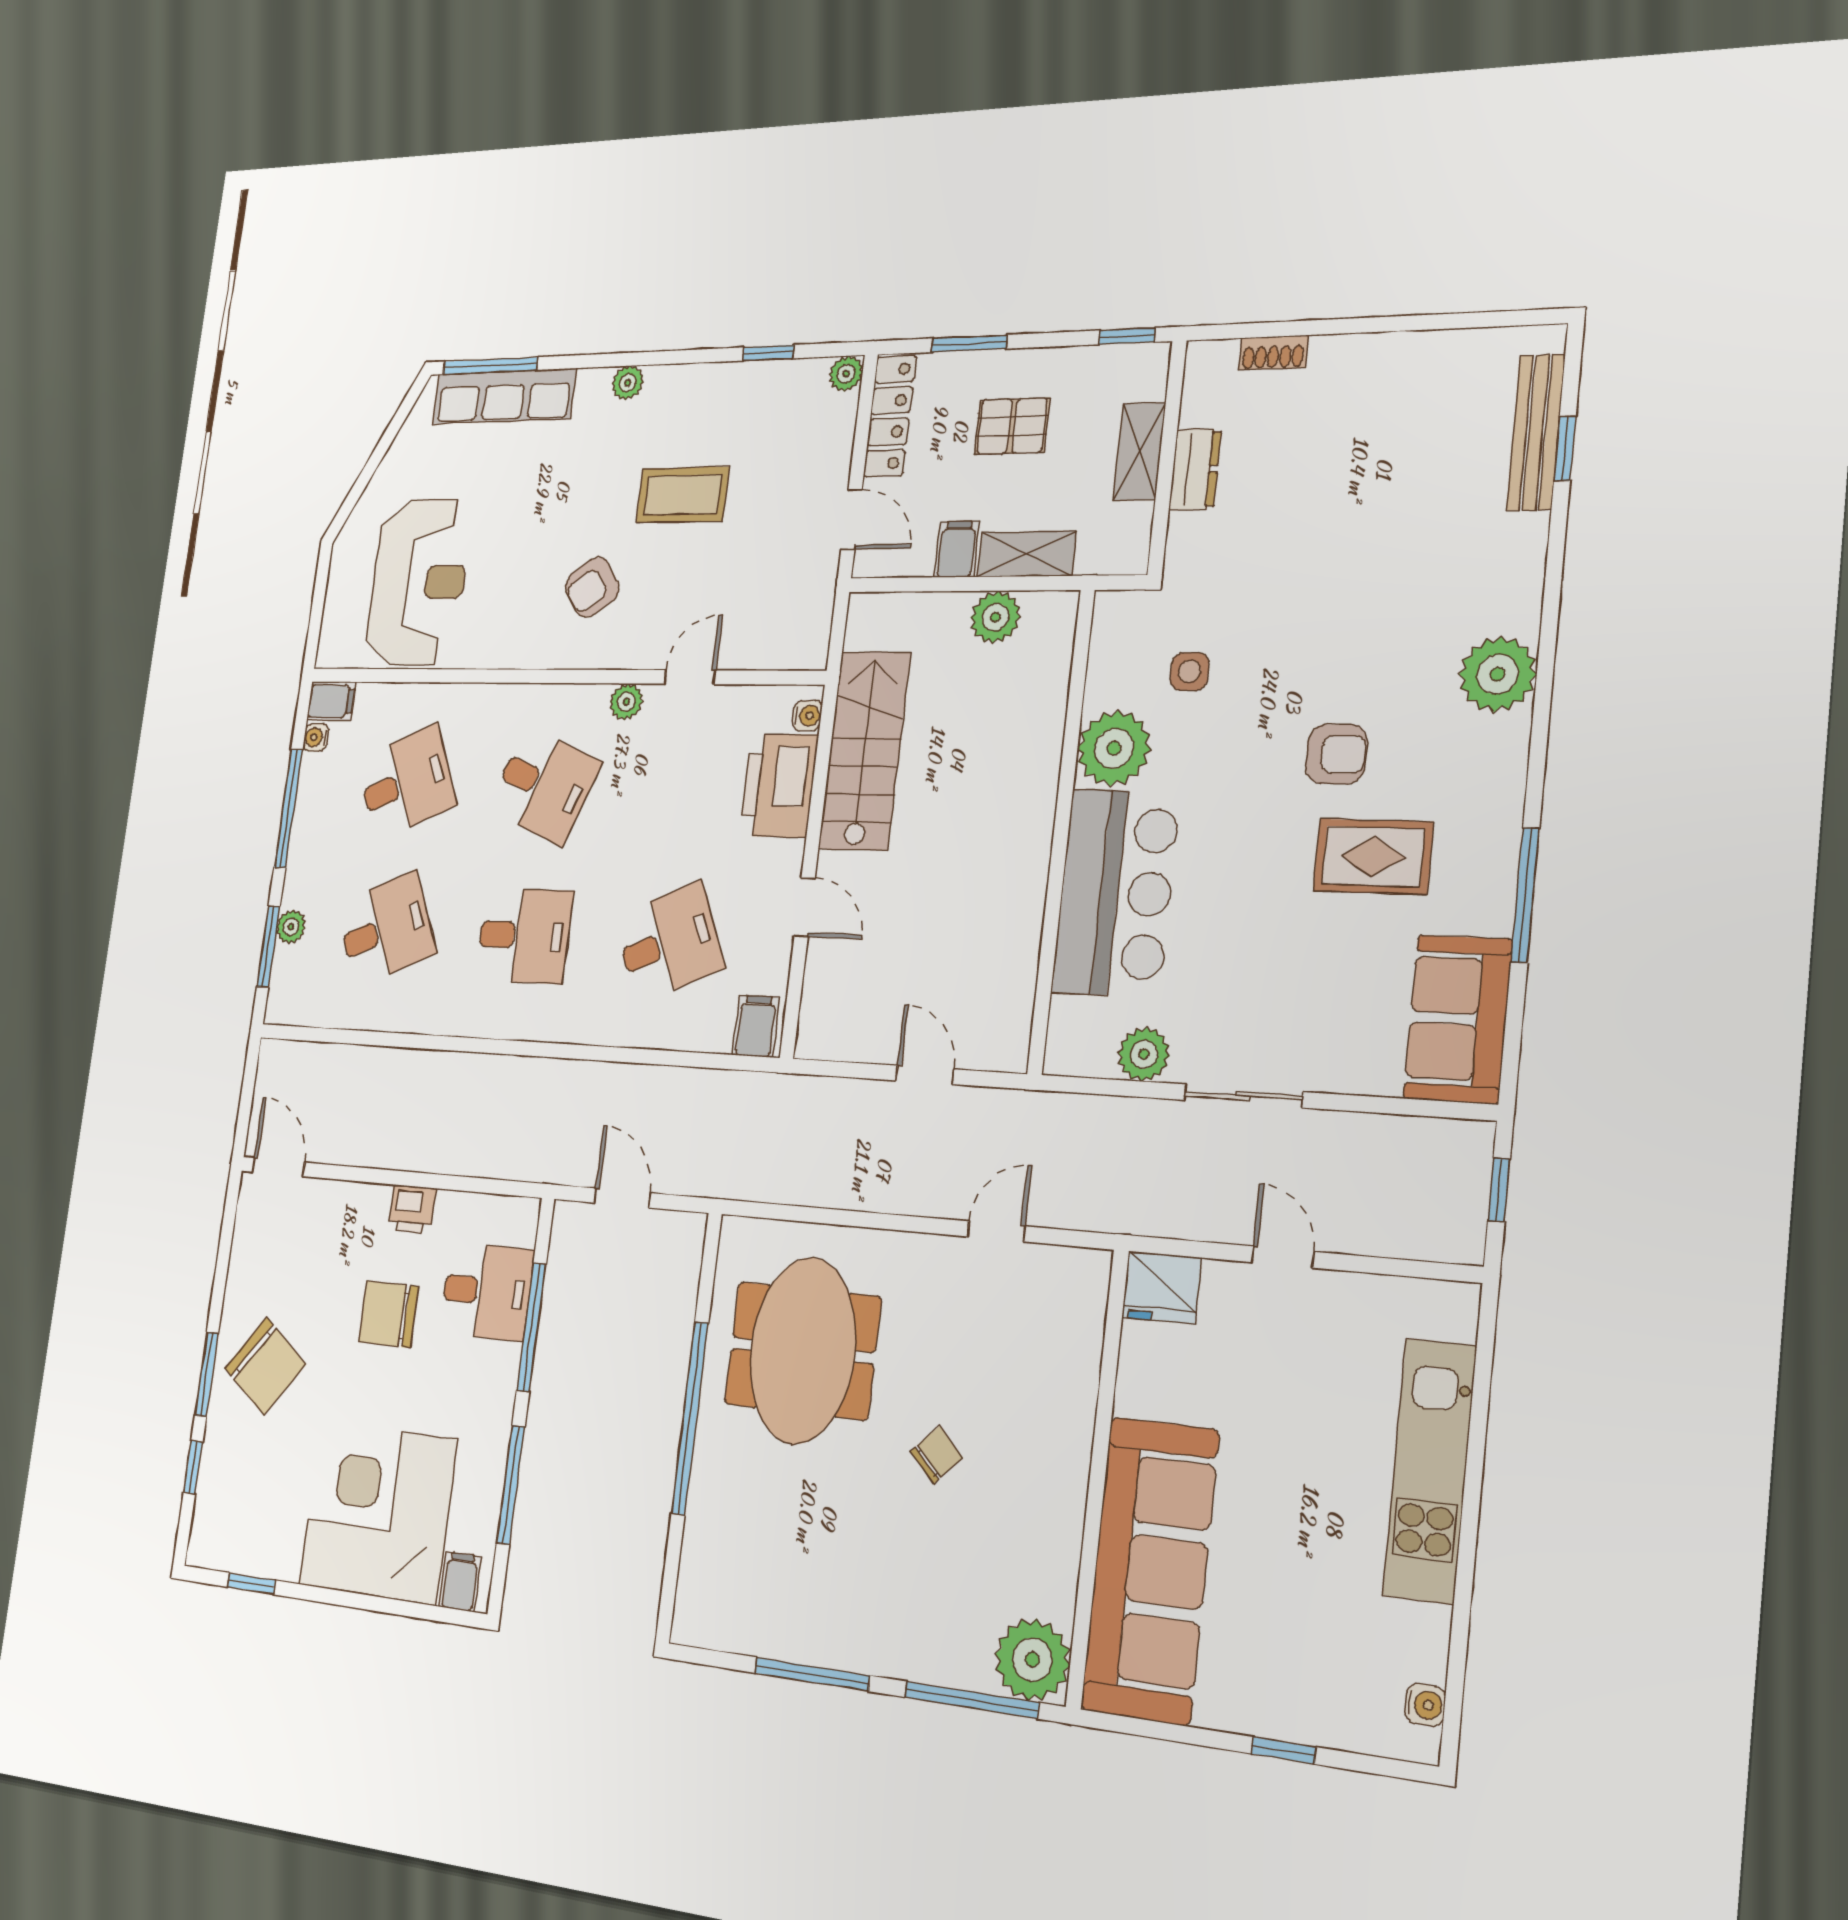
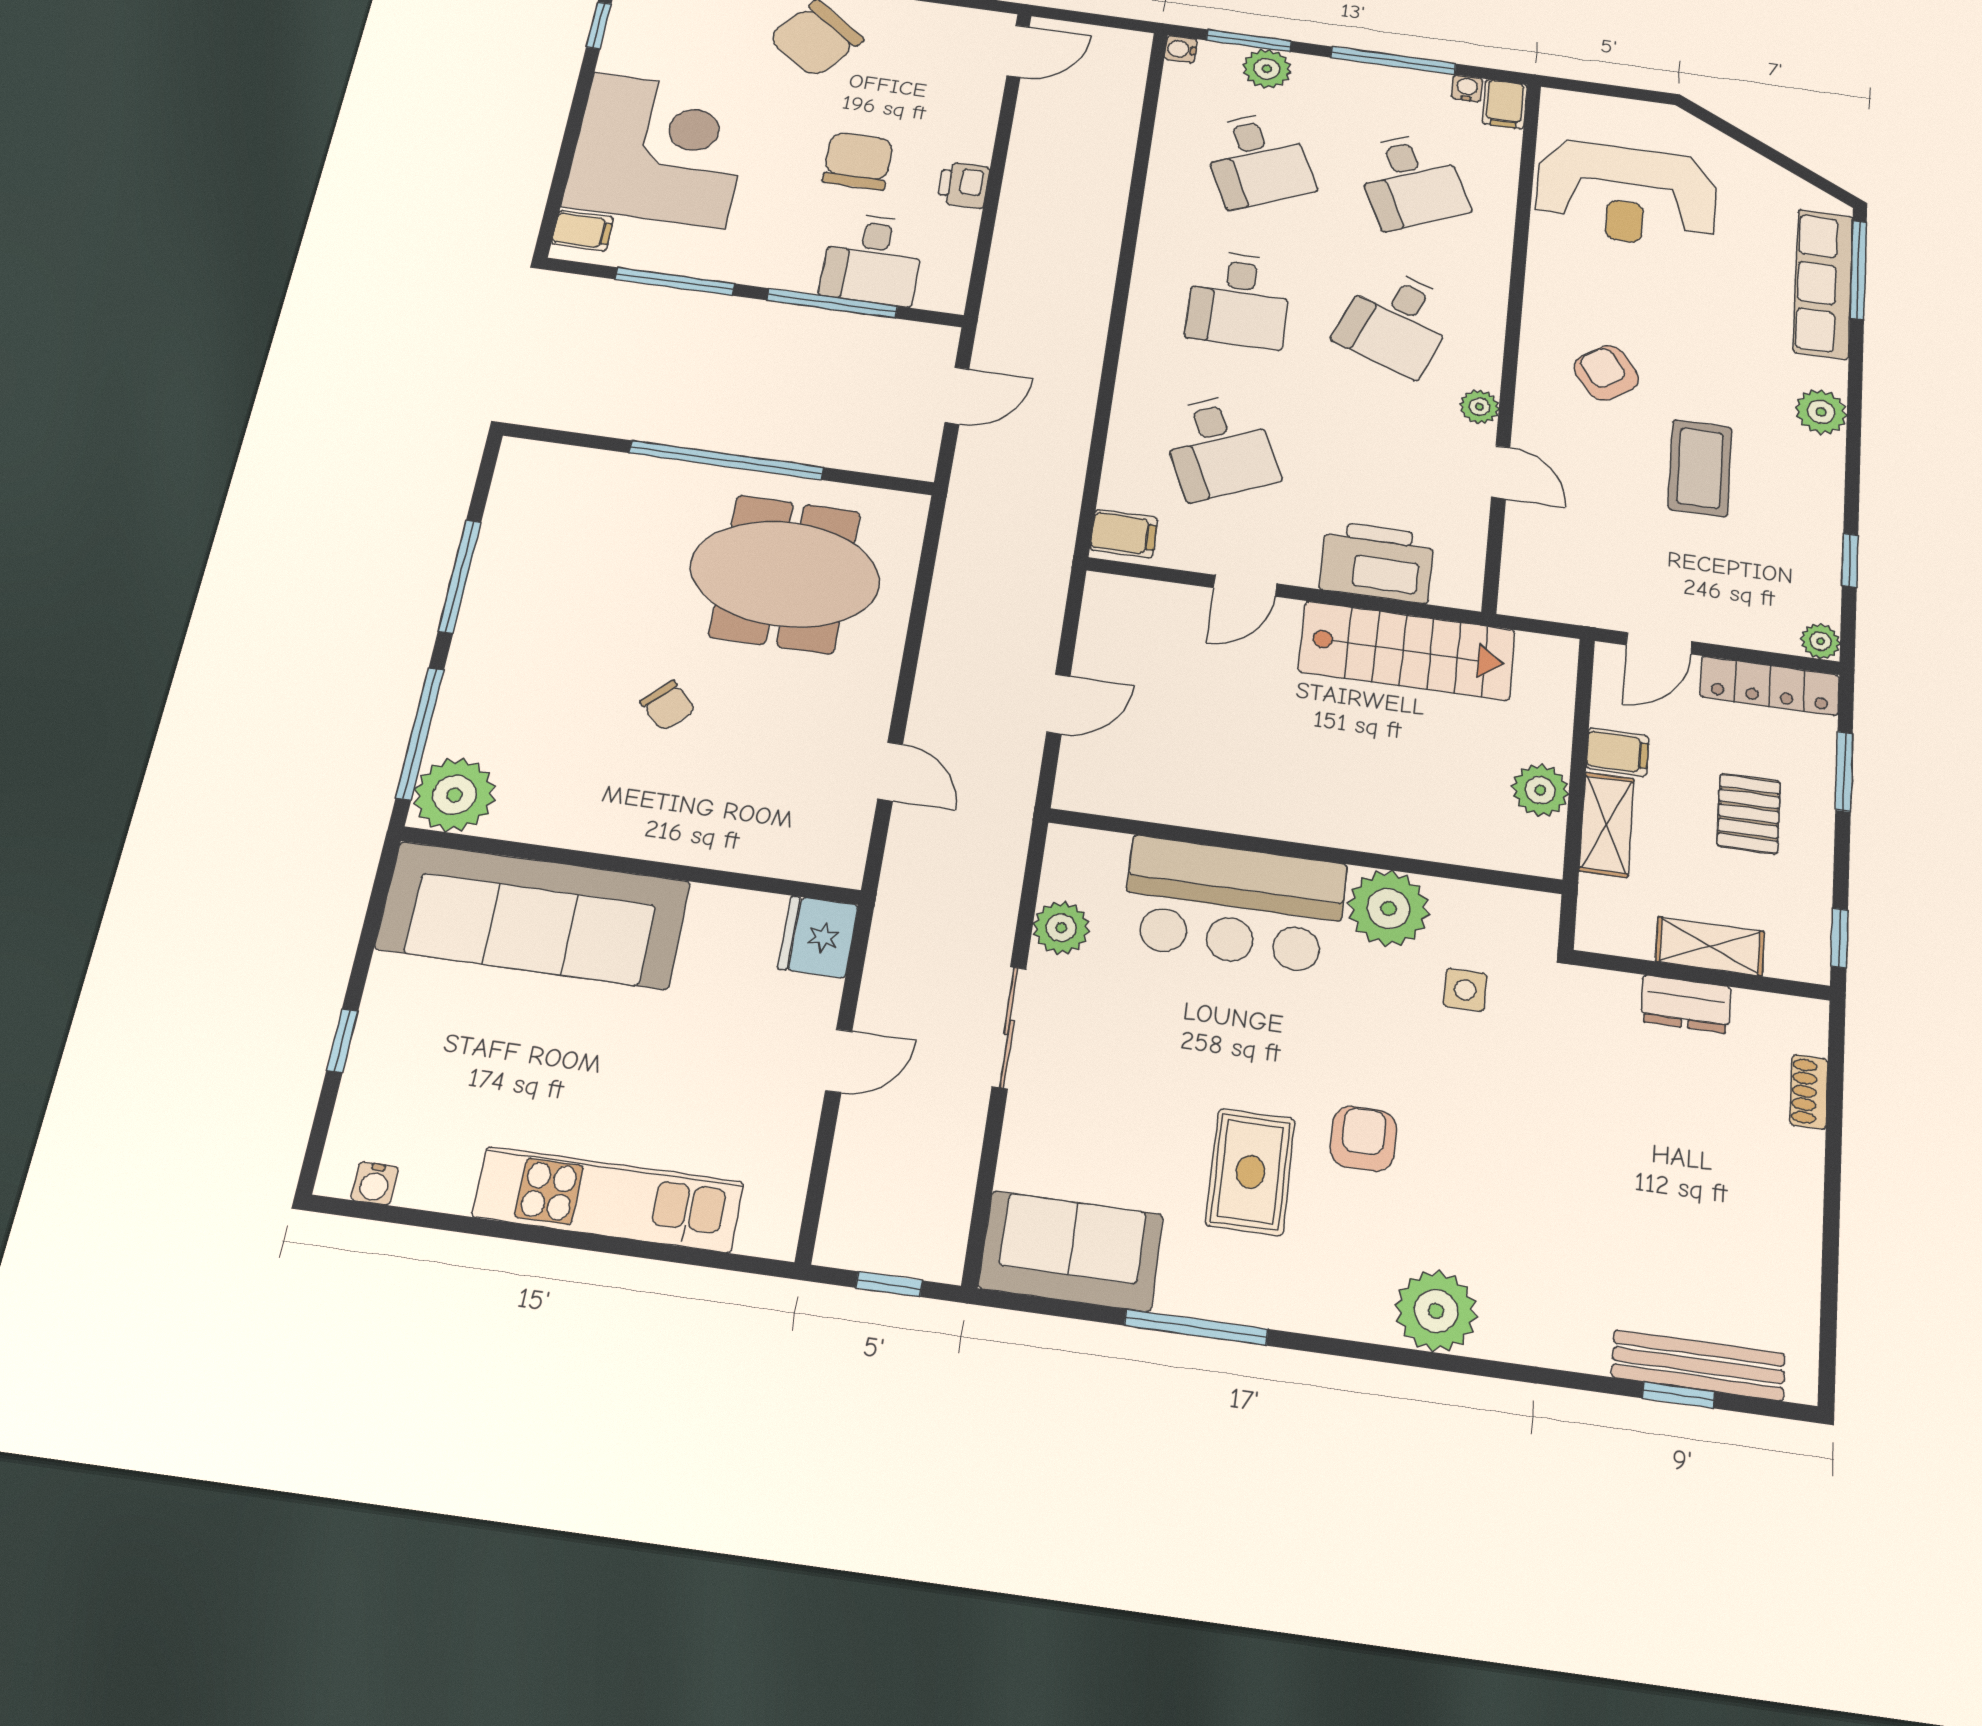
plant: (628, 383) -> (1821, 412), width x1.38, depth x1.38
water cooler: (807, 716) -> (1181, 49), moved, turned 90
armchair: (1336, 754) -> (1363, 1139), turned 180
plant: (291, 927) -> (1267, 69), width x1.38, depth x1.38

